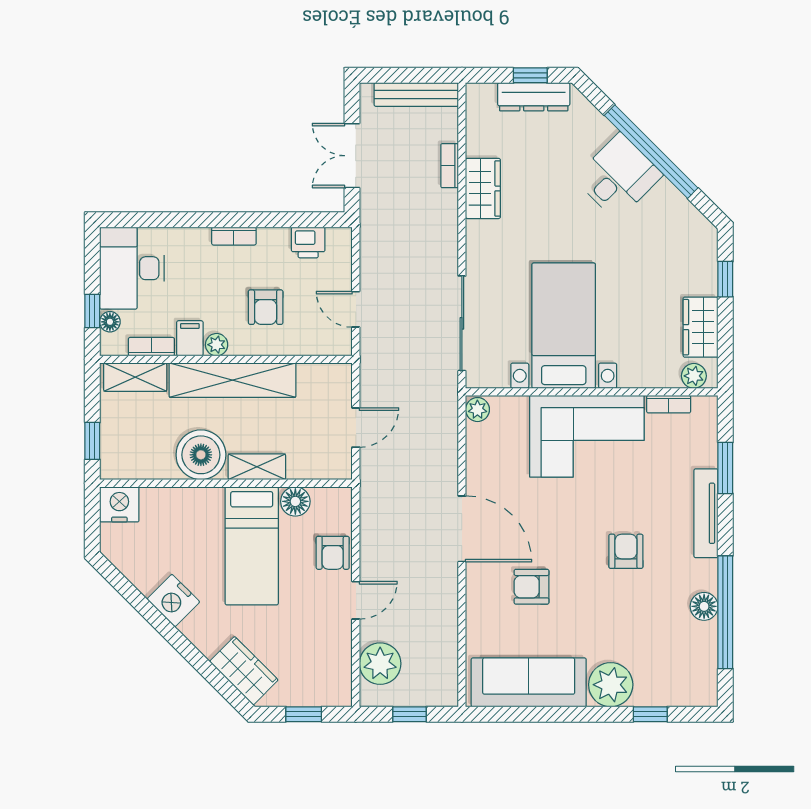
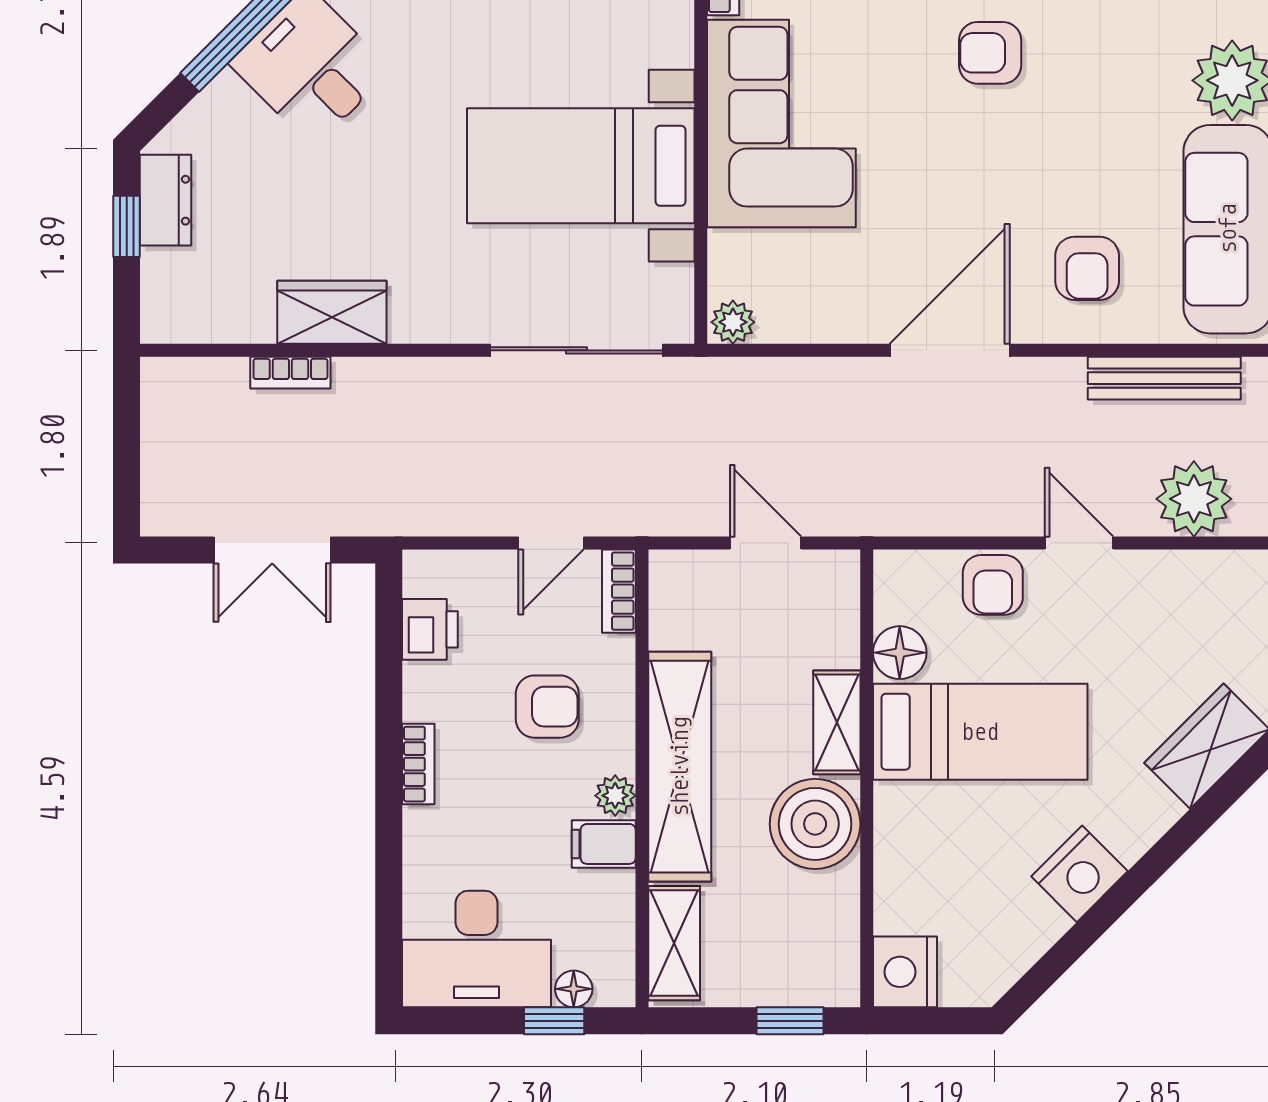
bench: (416, 95) -> (1164, 378), moved, turned 90
dresser: (534, 97) -> (166, 200), width x0.70
bookcase: (151, 347) -> (619, 591), moved
armchair: (333, 553) -> (993, 585), turned 90
armchair: (532, 587) -> (1087, 268), moved

